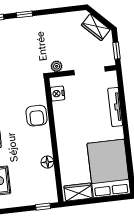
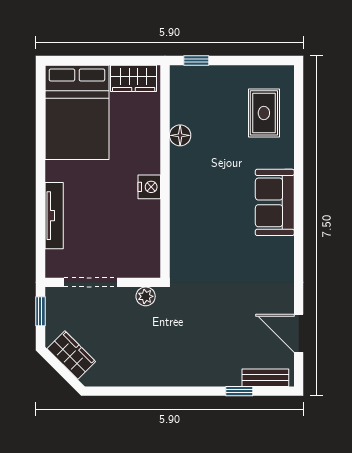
window: (24, 14) -> (190, 391), removed
nightstand: (58, 94) -> (149, 187), moved
armchair: (37, 116) -> (189, 216), removed

